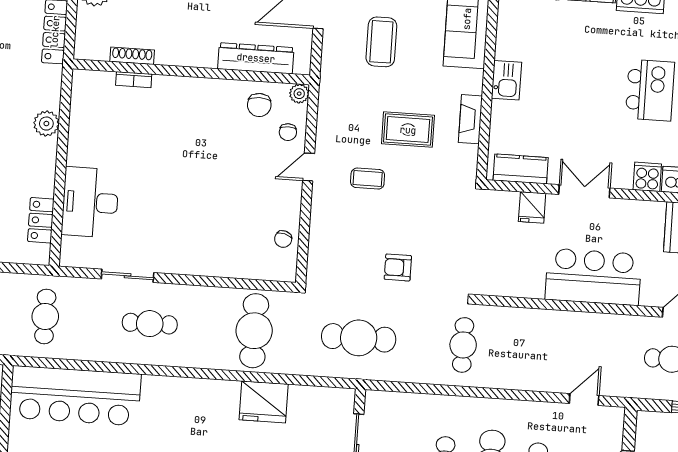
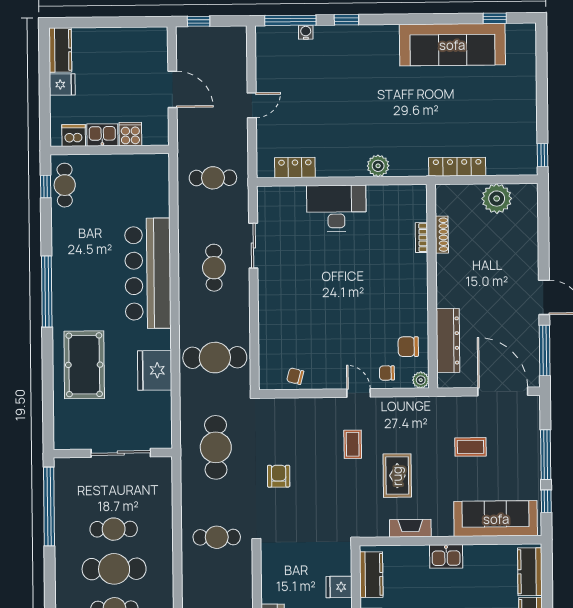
coffee table: (381, 42) -> (471, 447), width x0.73, depth x0.77
desk: (90, 202) -> (336, 208), moved
bar counter: (75, 396) -> (148, 273), moved

